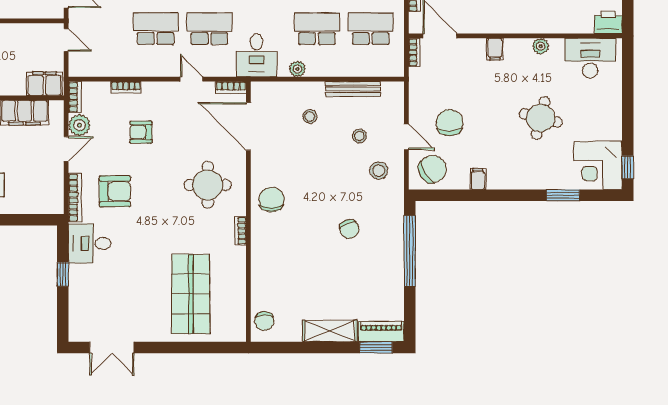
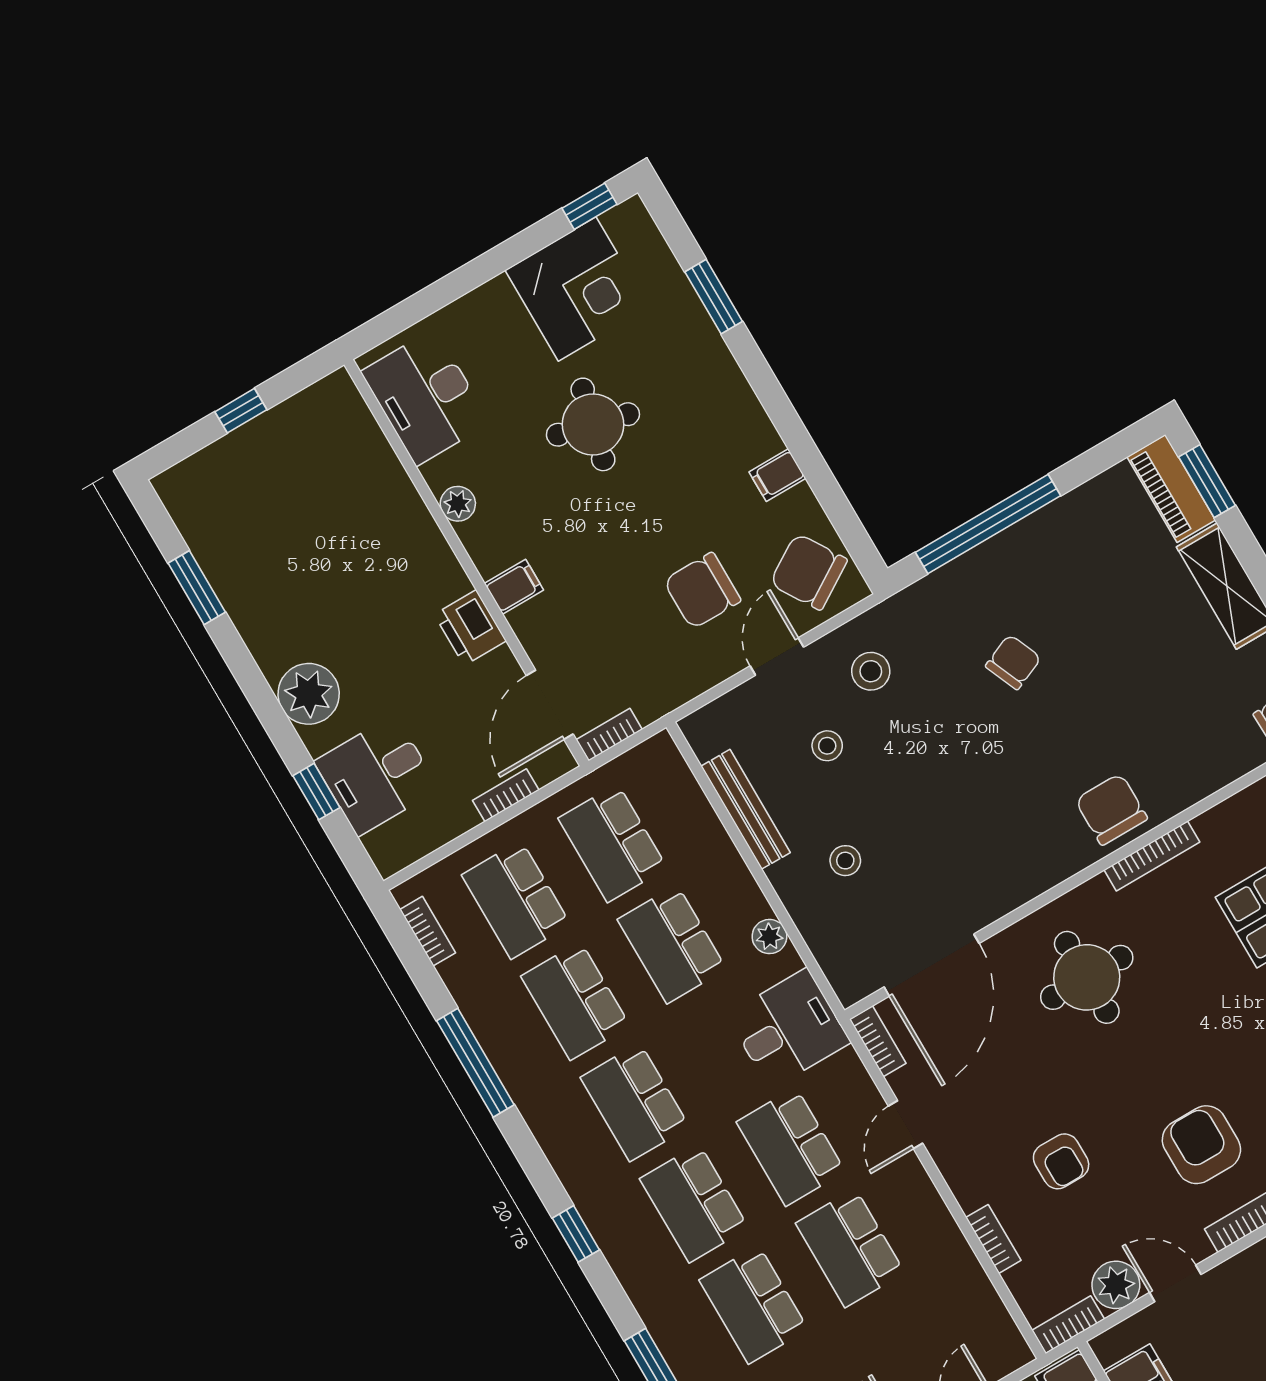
printer: (608, 22) -> (470, 628), moved
corner desk: (598, 165) -> (577, 289), moved
chair: (271, 199) -> (1111, 809), moved, turned 90
bookcase: (241, 231) -> (1152, 856), width x1.56

